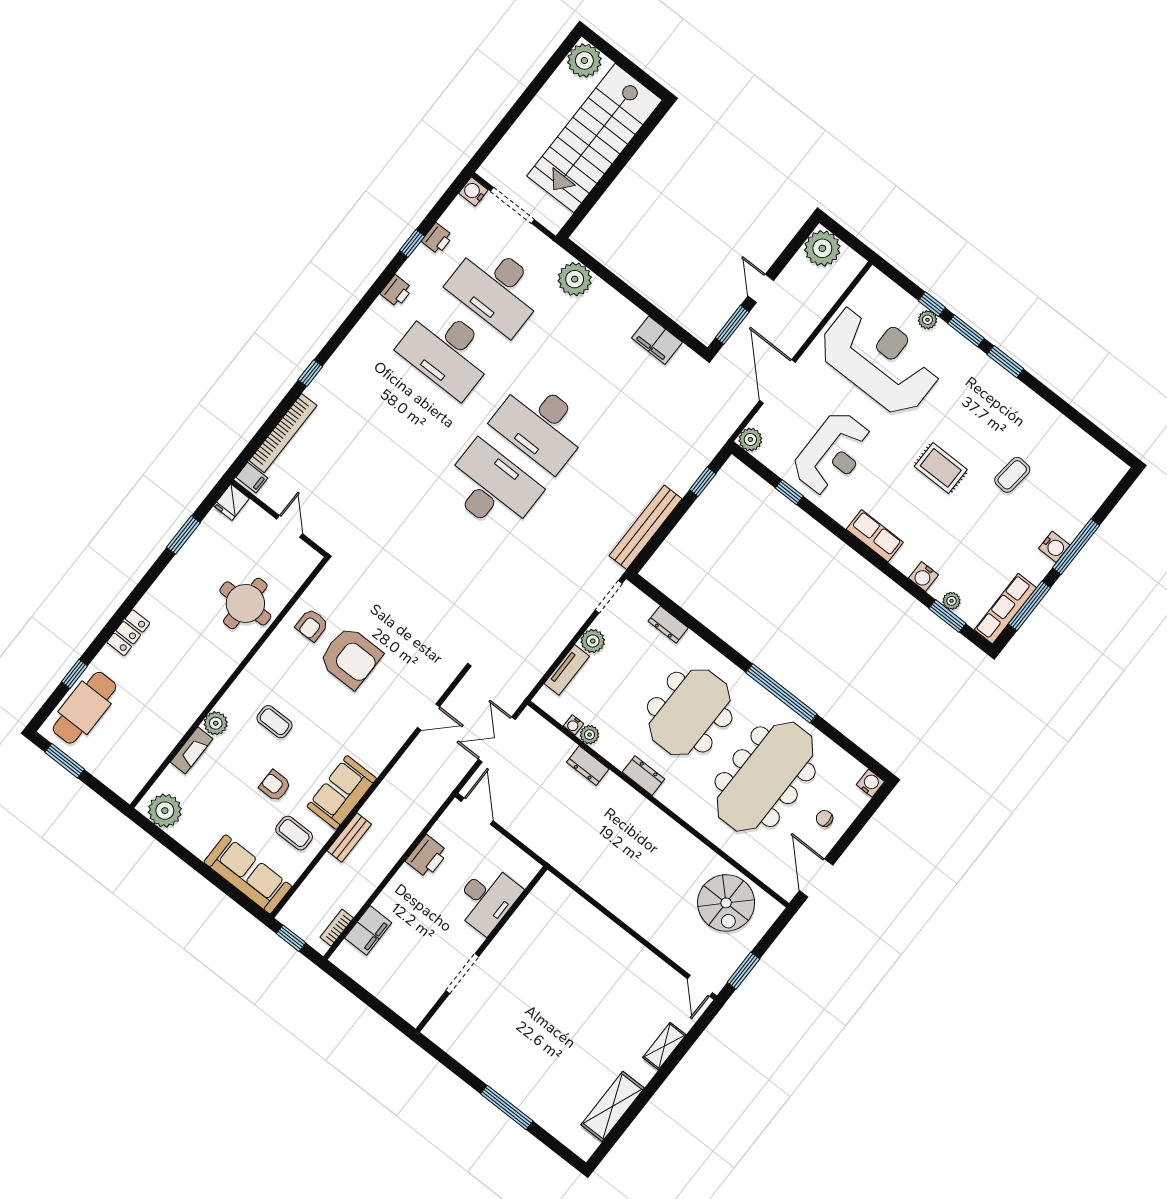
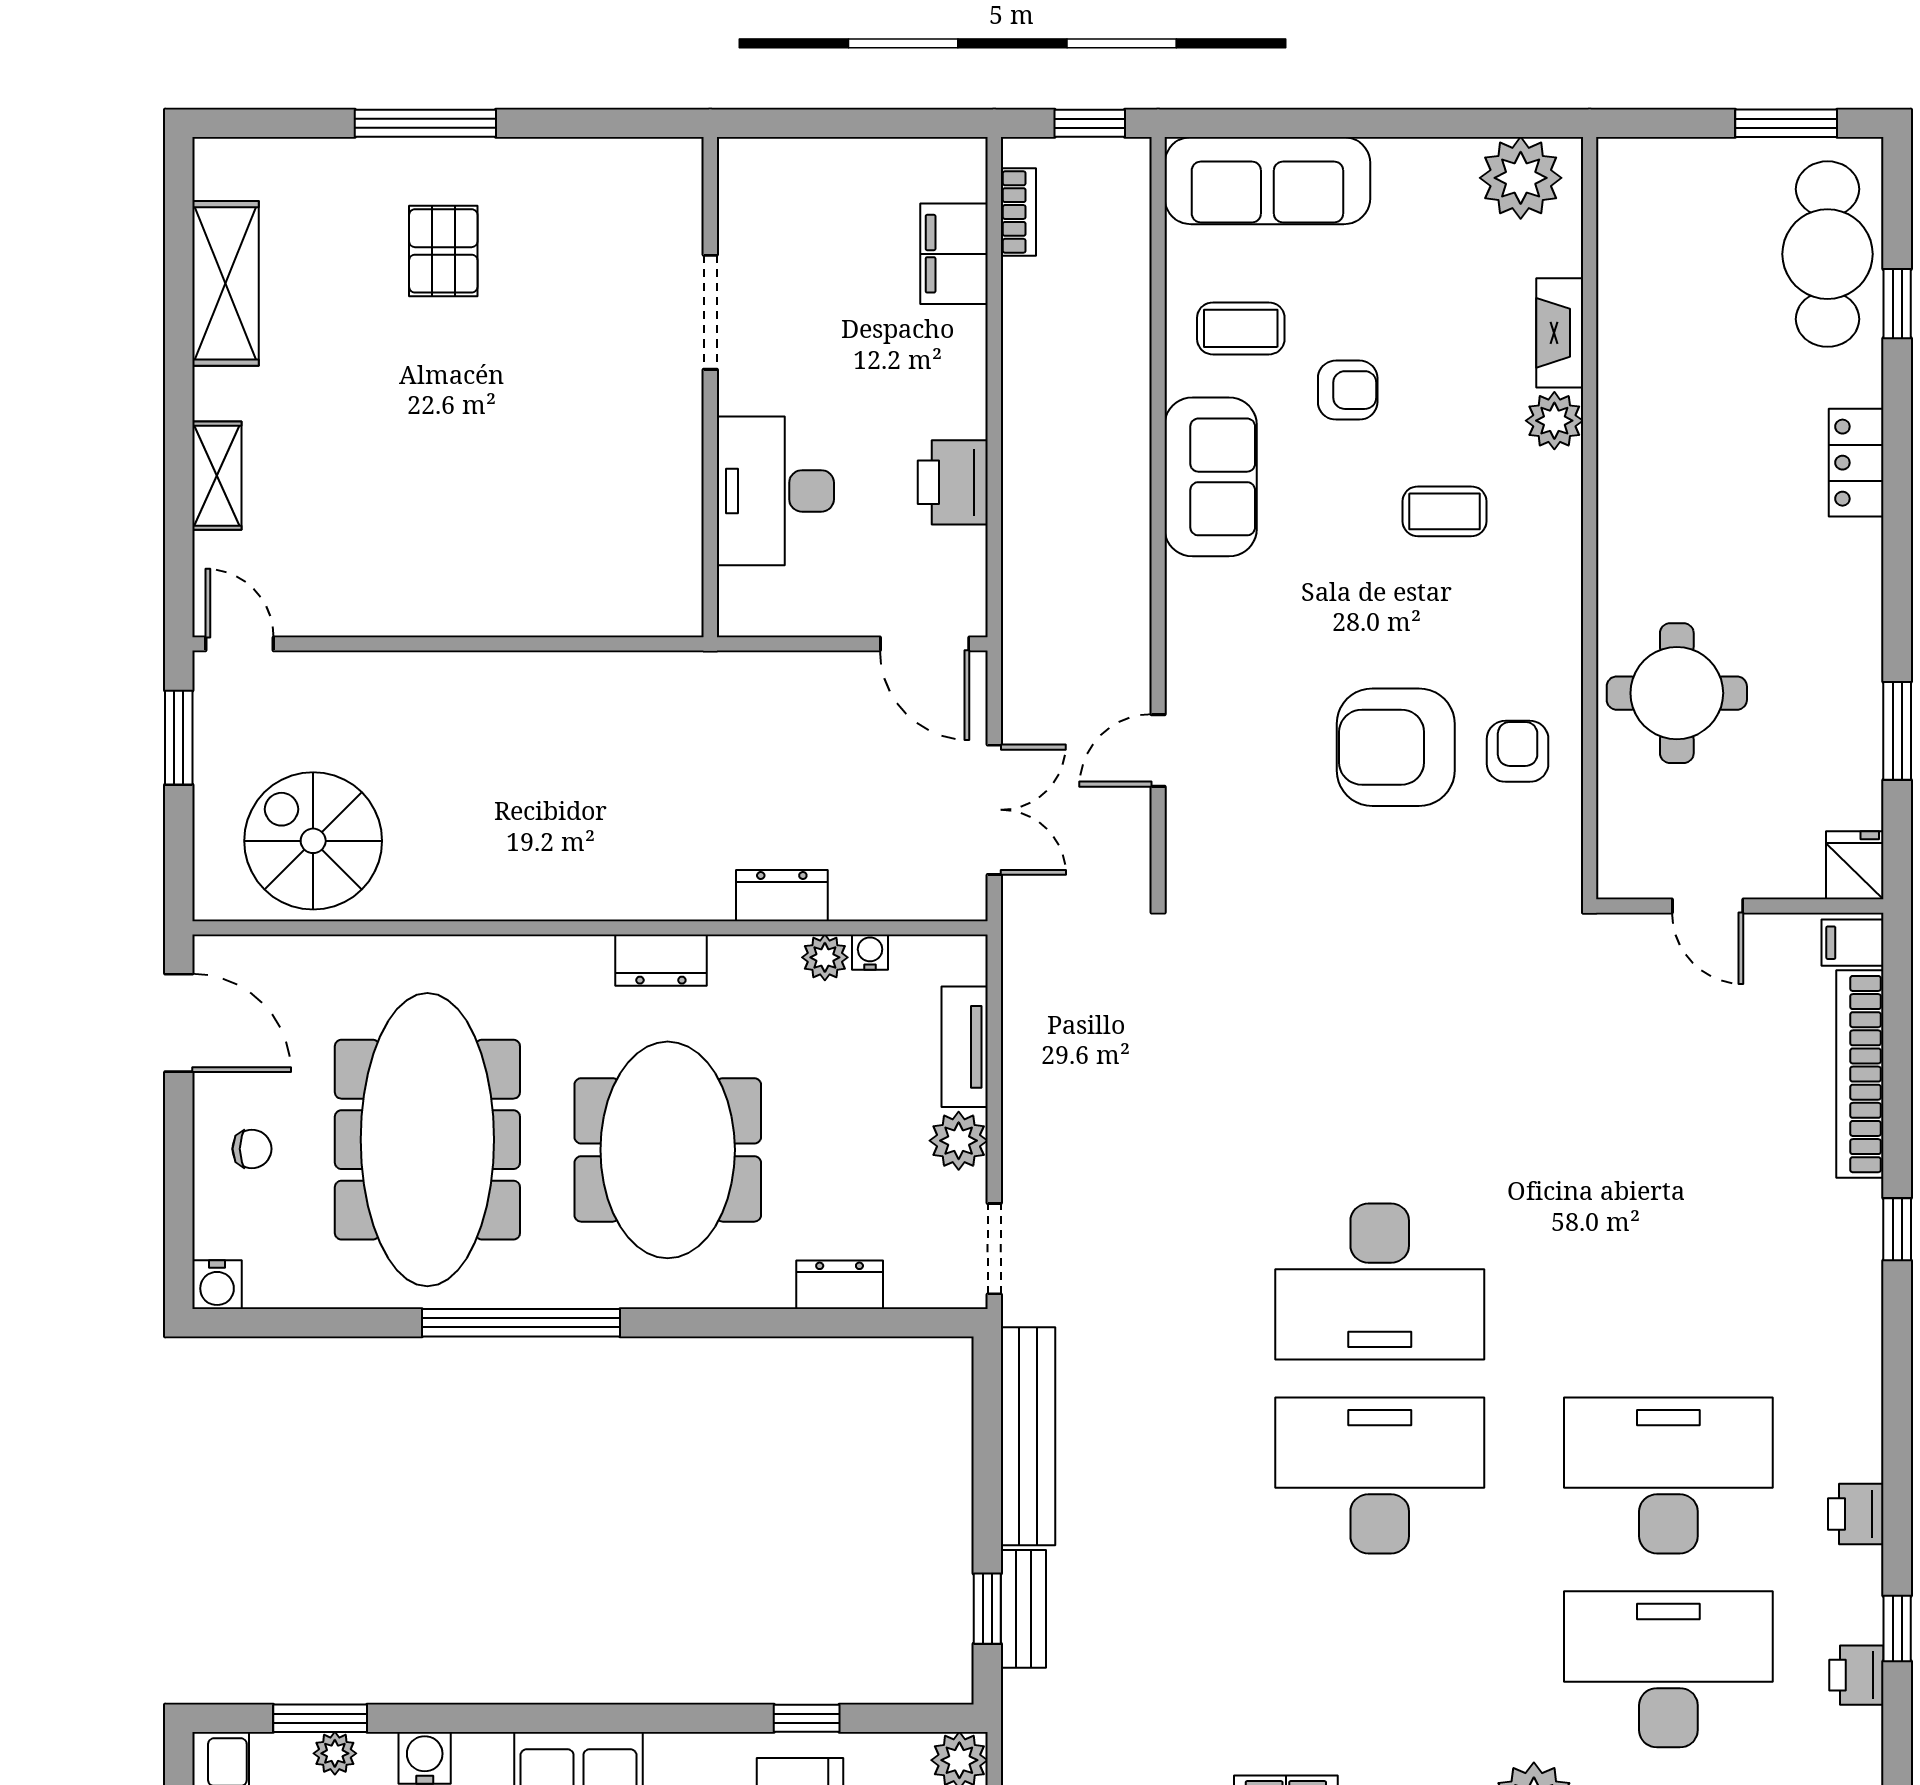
bench: (349, 837) -> (1023, 1609), moved
pallet: (533, 1061) -> (443, 251), added

